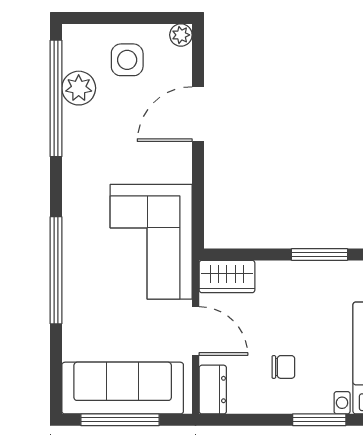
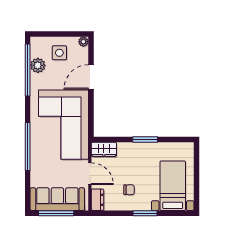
corner sofa: (151, 242) -> (64, 125), width x1.36, depth x1.36

